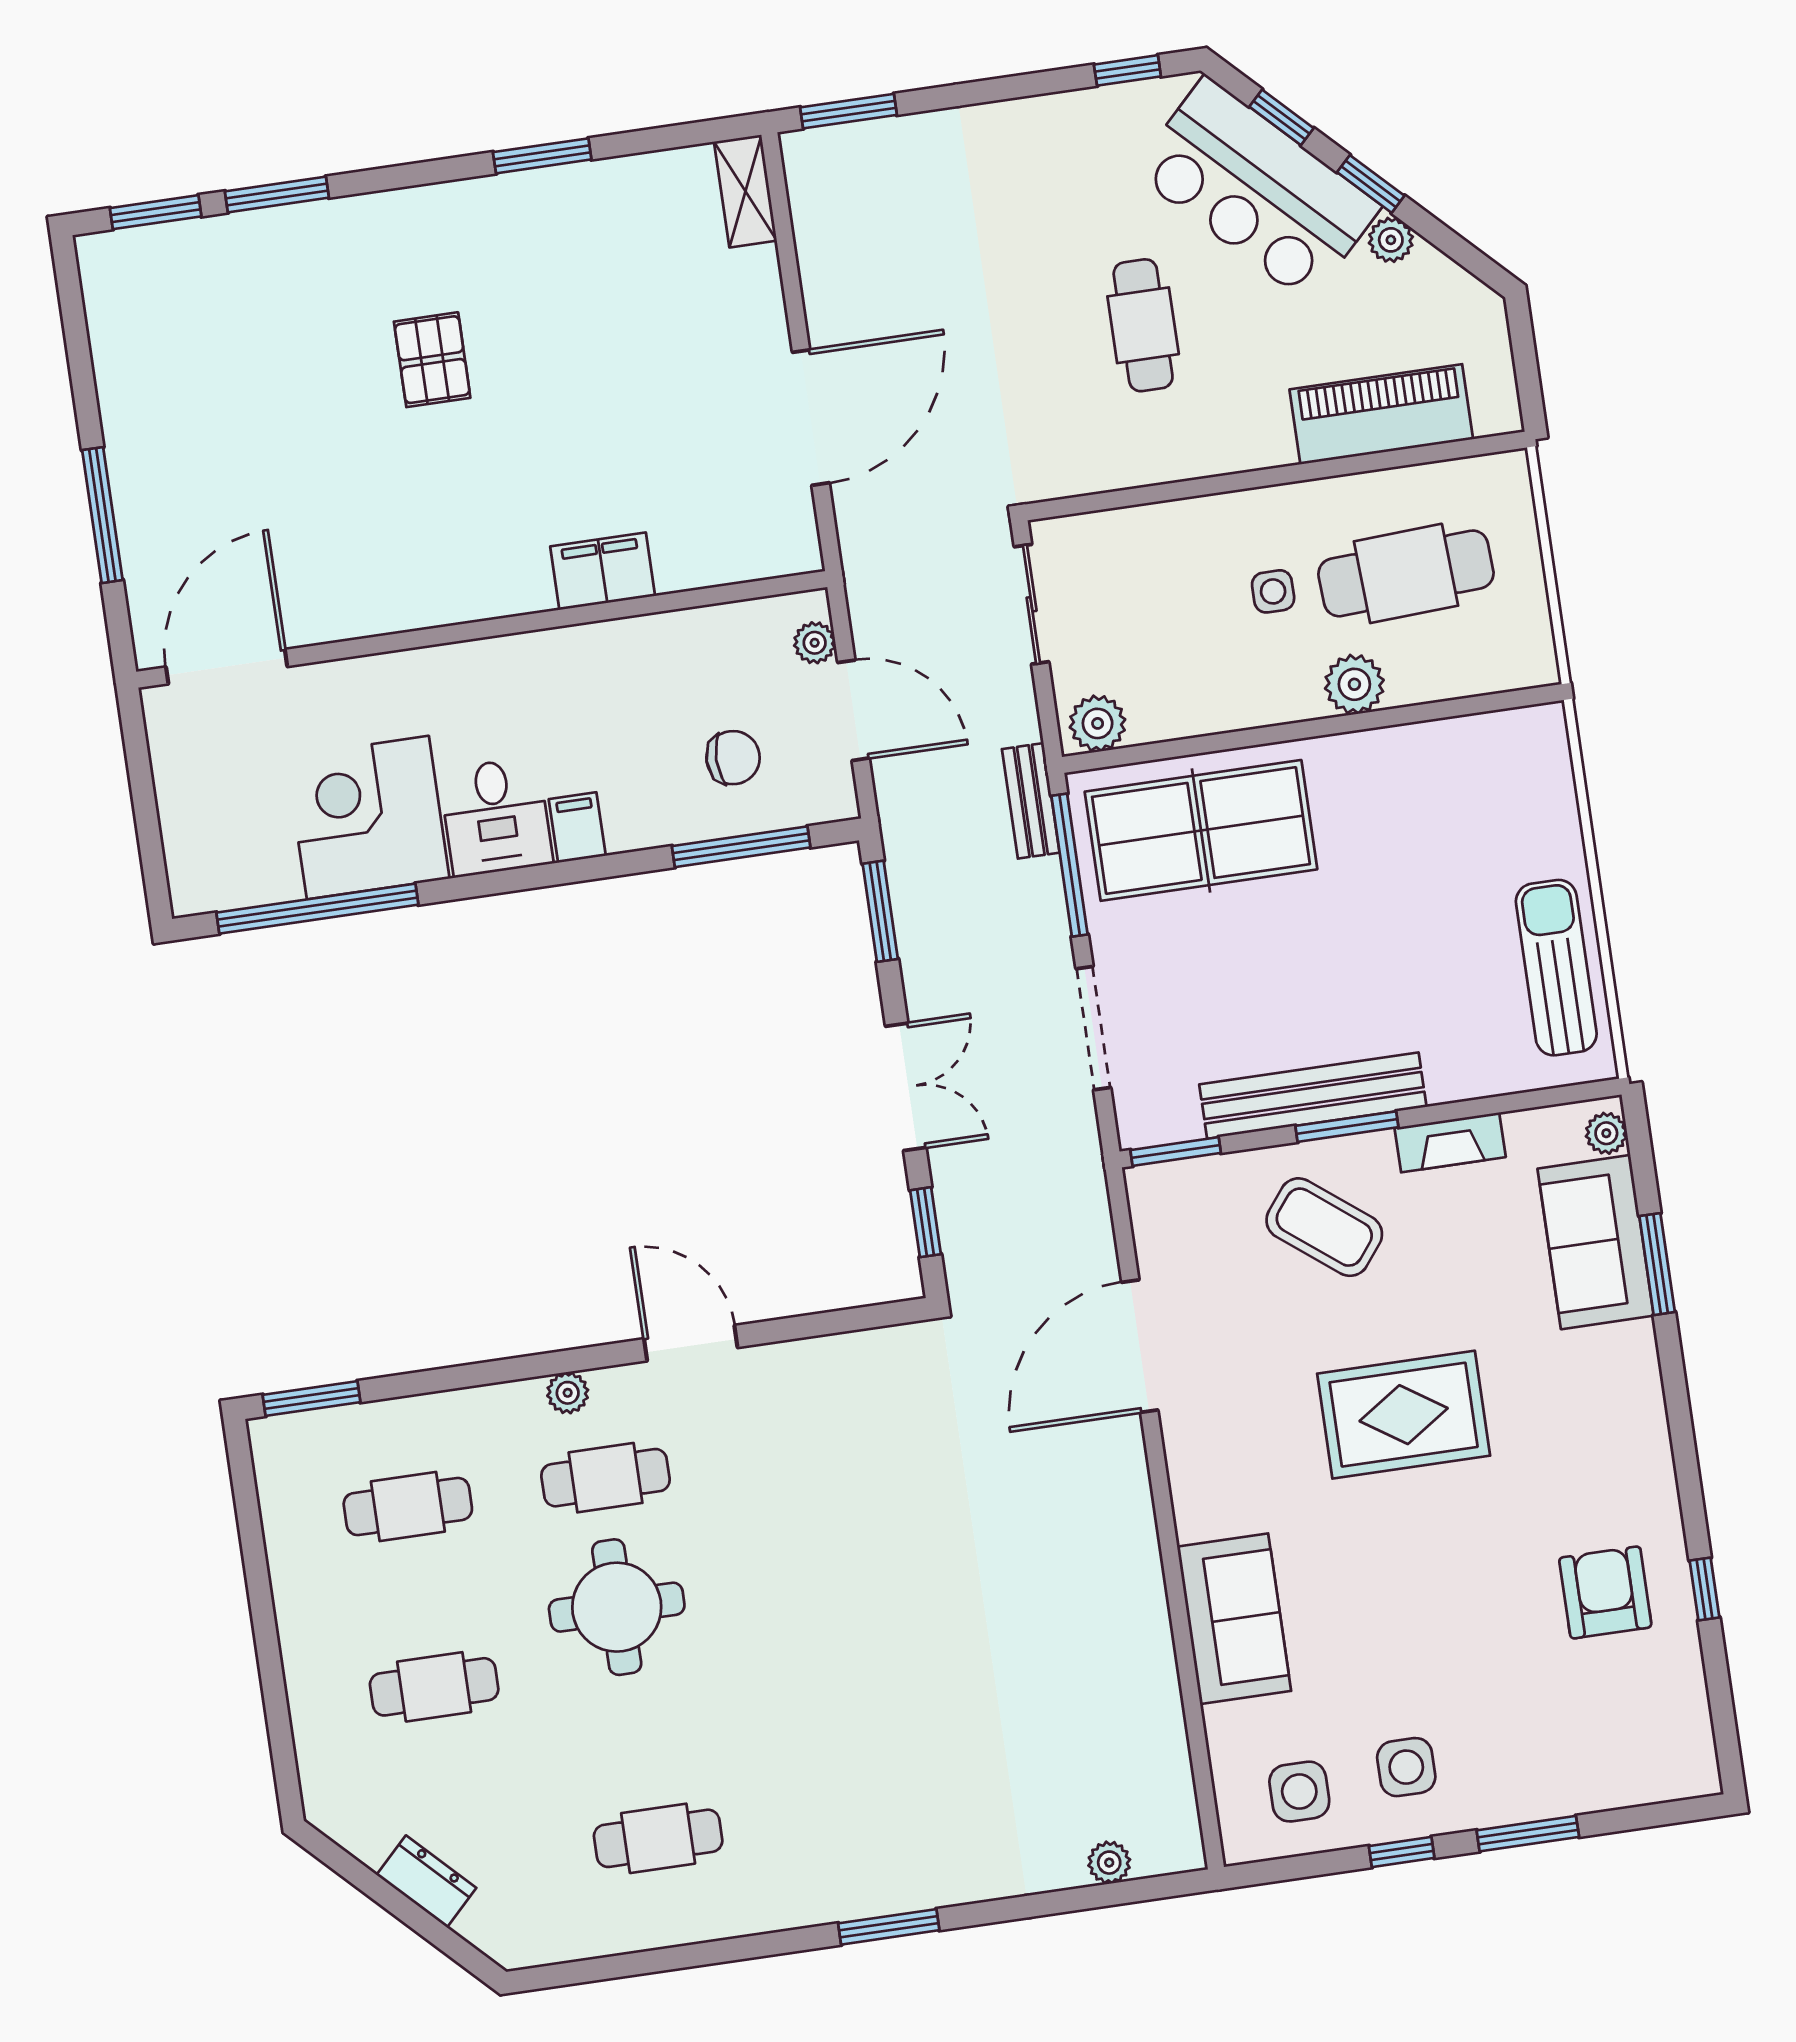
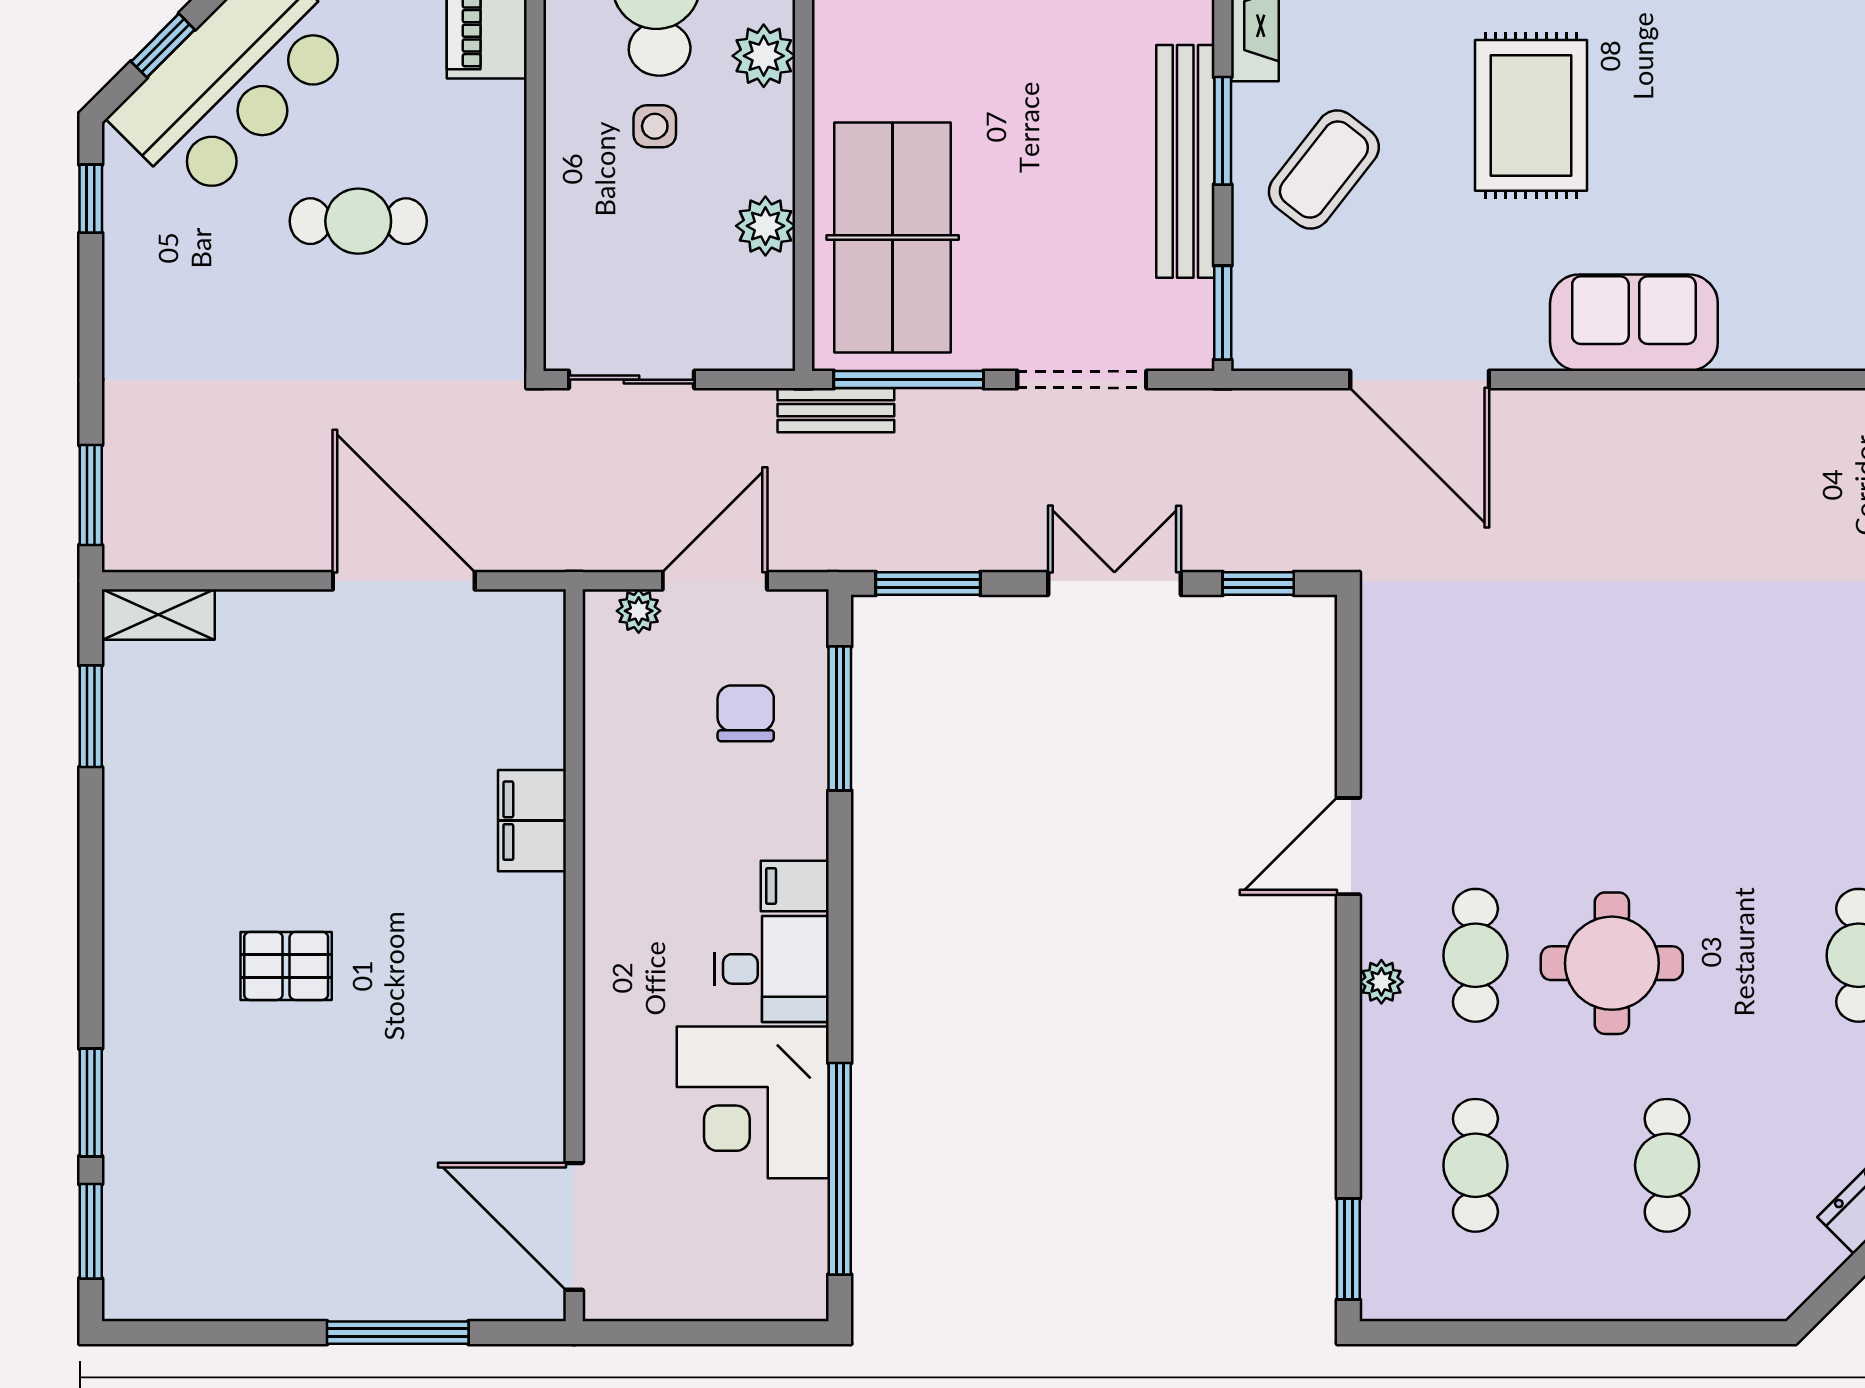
window: (542, 156) -> (91, 716), moved
plant: (1098, 723) -> (765, 226), moved
sofa: (1234, 1619) -> (1634, 323), moved

